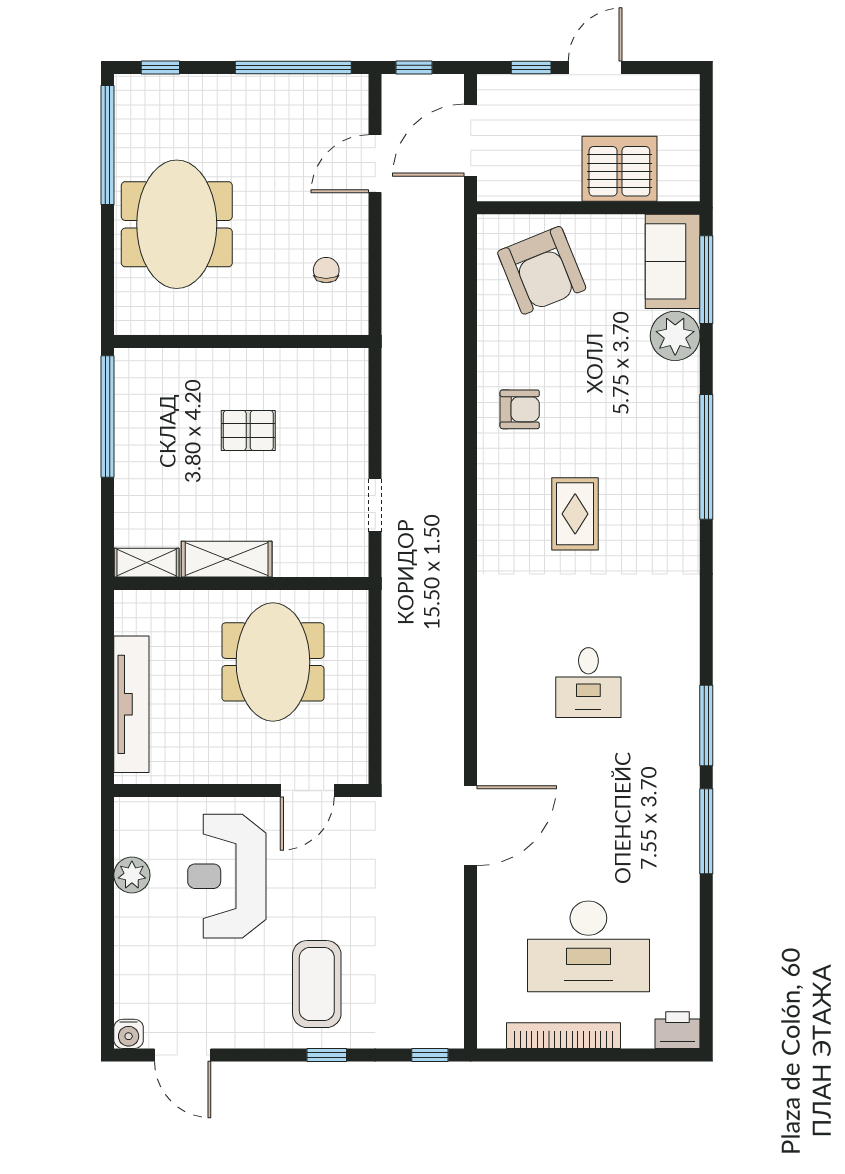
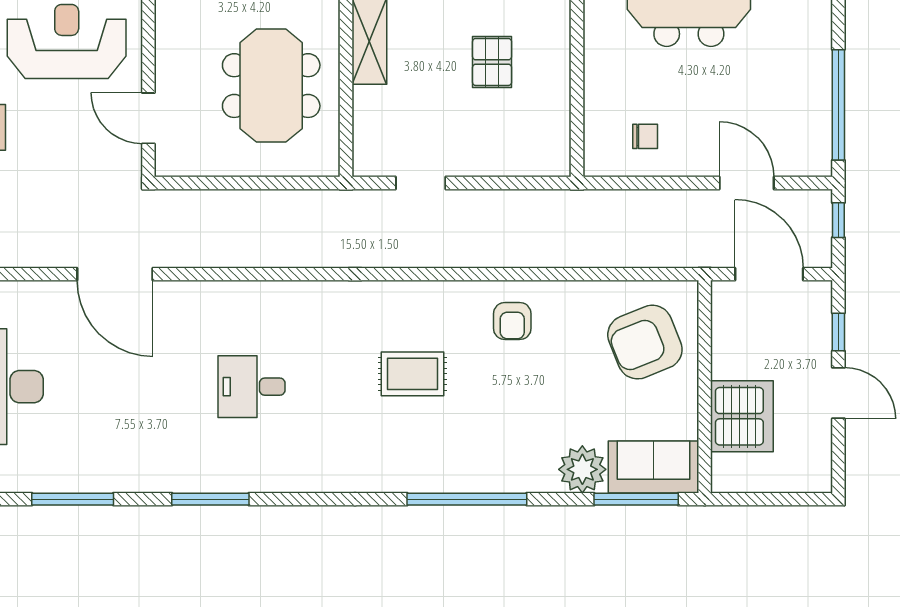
meeting table: (273, 662) -> (271, 86), turned 90
window: (706, 831) -> (73, 499), moved

